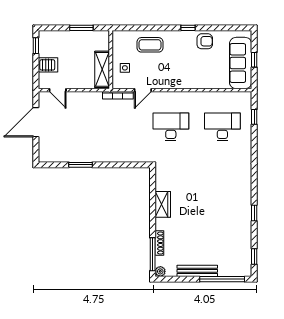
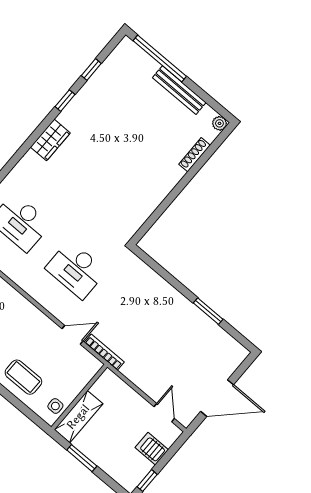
side table: (125, 68) -> (55, 406), moved
shelving: (102, 69) -> (78, 417), moved
wardrobe: (163, 204) -> (50, 140), moved, turned 180
window: (153, 254) -> (212, 149), removed
window: (254, 256) -> (91, 70), moved

